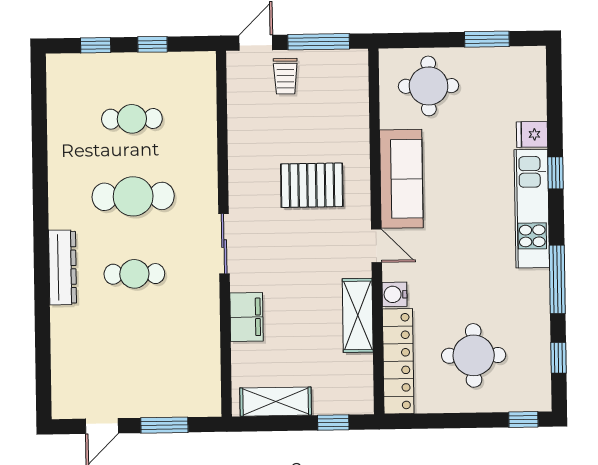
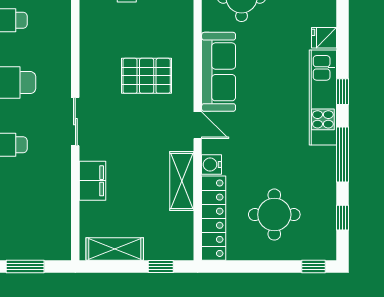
window: (556, 173) -> (342, 92), moved

